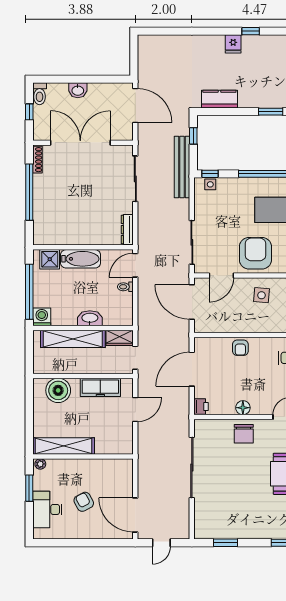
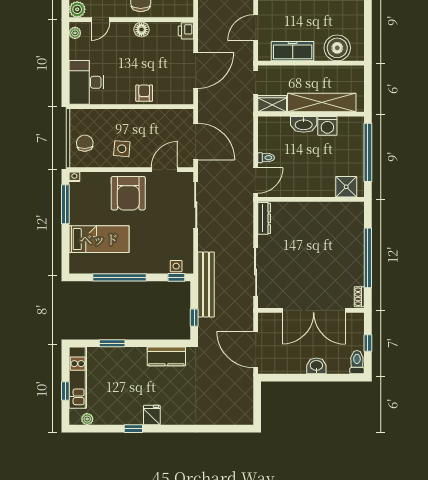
shoe rack: (37, 160) -> (359, 297), width x0.70
bathtub: (81, 259) -> (314, 187), removed
washing machine: (42, 317) -> (327, 126), moved

